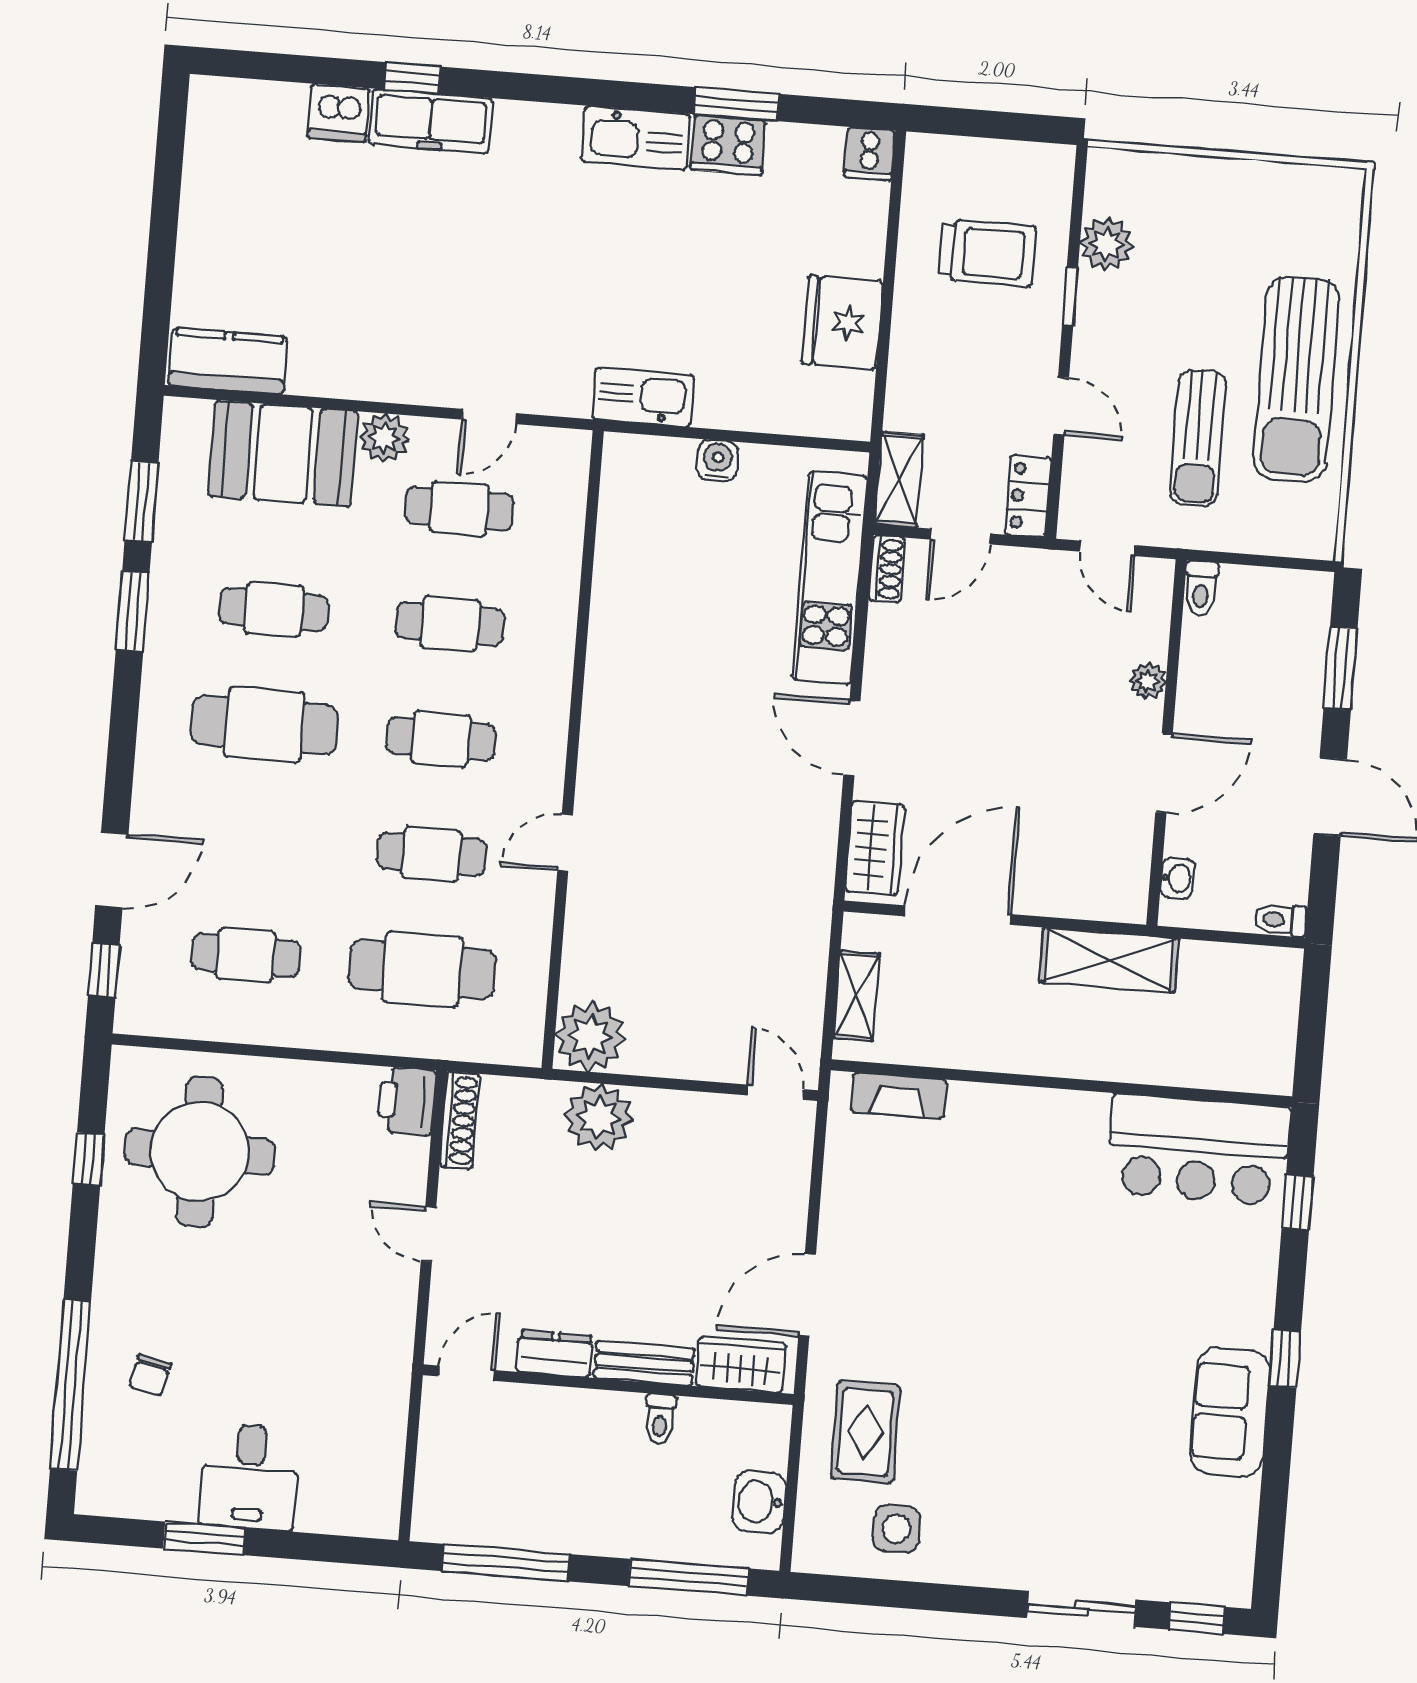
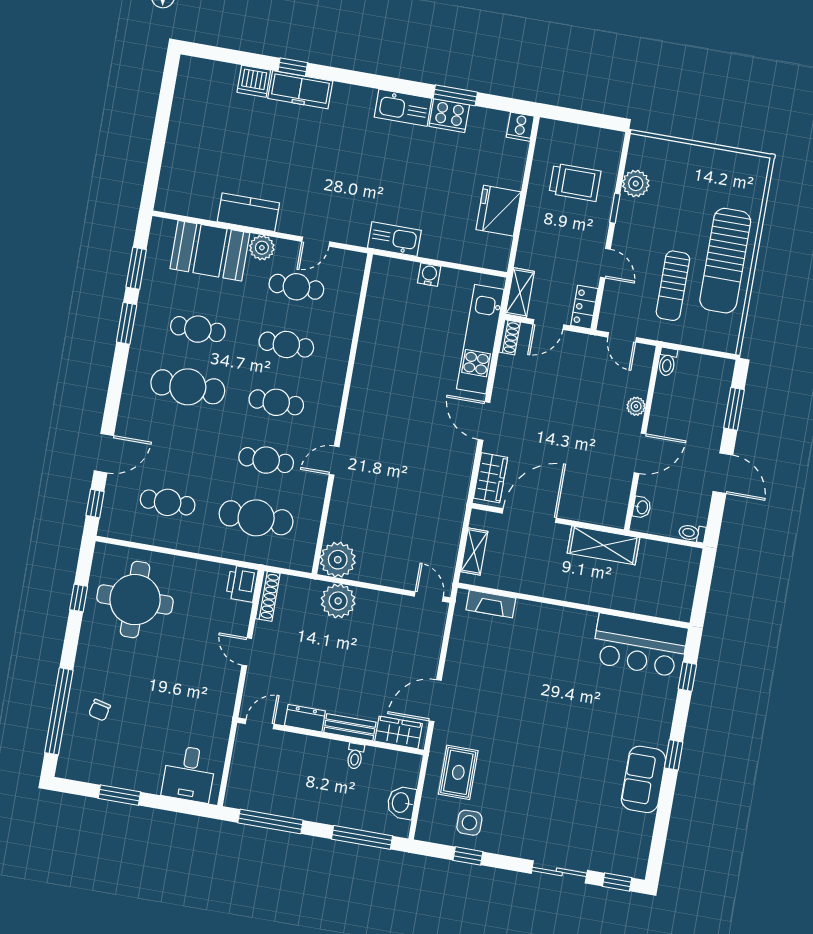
kitchen counter: (228, 361) -> (248, 212), moved
desk: (250, 1477) -> (189, 774), moved
window: (900, 1594) -> (468, 856), added

